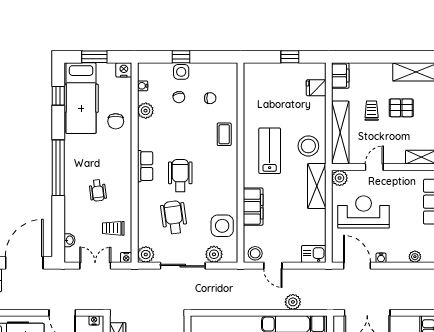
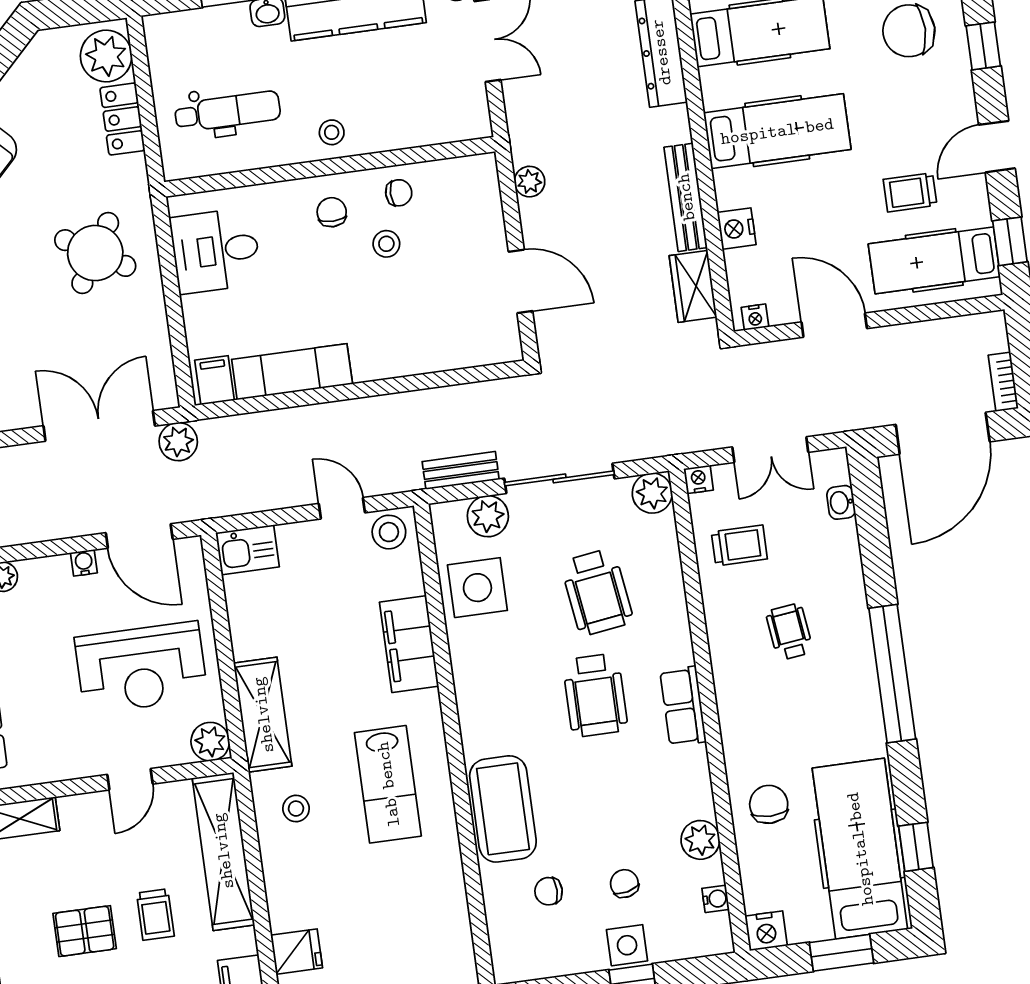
coffee table: (224, 134) -> (503, 809), width x1.86, depth x1.72
stool: (308, 146) -> (296, 809), width x0.53, depth x0.53
bench: (222, 274) -> (461, 470), added
plant: (293, 302) -> (178, 442), moved

